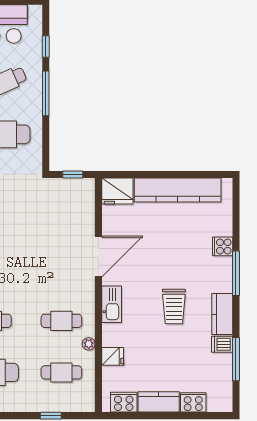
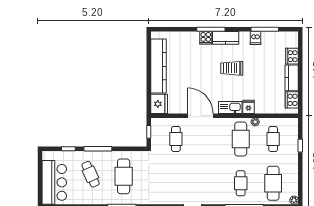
cafe table: (61, 218) -> (176, 139), added
cooker: (223, 246) -> (206, 38), moved
trolley: (174, 307) -> (232, 68), turned 180
kitchen counter: (222, 314) -> (226, 38), moved
cafe table: (61, 321) -> (241, 139), width x1.37, depth x1.35
fridge: (113, 356) -> (248, 107), moved

